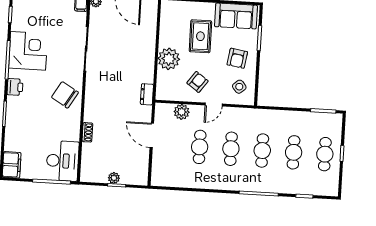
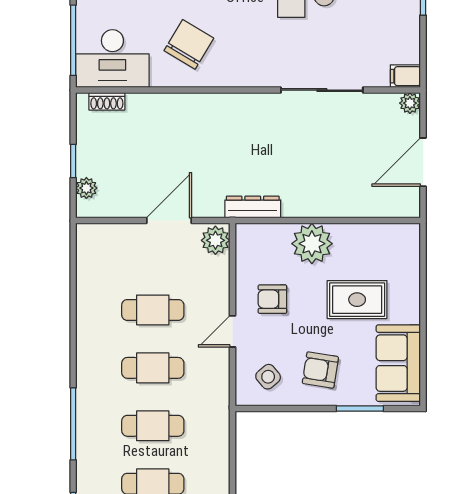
armchair: (198, 82) -> (272, 299), turned 144
dresser: (147, 94) -> (253, 207), width x1.44
chair: (65, 95) -> (189, 44), moved
door: (214, 105) -> (232, 331), hinge flipped
plant: (182, 112) -> (215, 240), moved
shoe rack: (87, 132) -> (107, 101), moved
plant: (114, 178) -> (86, 188), moved

